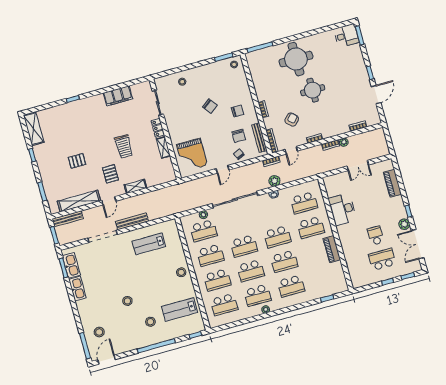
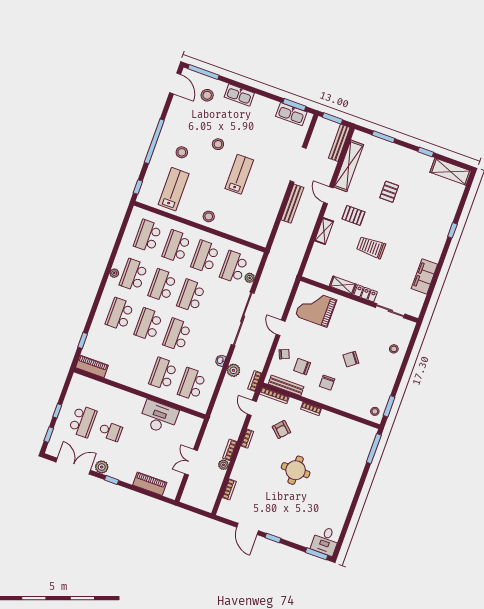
round table: (296, 59) -> (337, 475), removed
lab bench: (149, 244) -> (239, 174), moved
piano: (332, 249) -> (92, 366), moved
kitchen sink: (77, 289) -> (239, 95), moved

